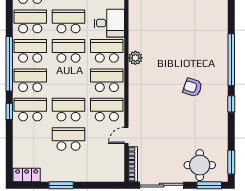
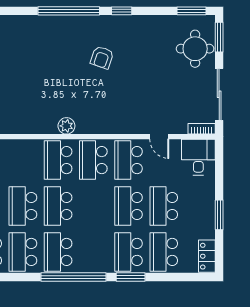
desk: (109, 23) -> (198, 157), moved
school desk: (30, 80) -> (164, 252), moved
window: (9, 111) -> (131, 277), width x1.50
bookcase: (133, 164) -> (202, 129), width x0.64

